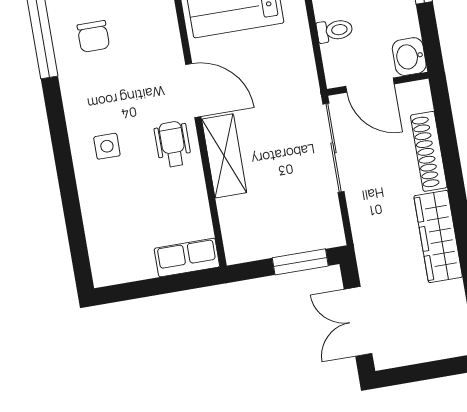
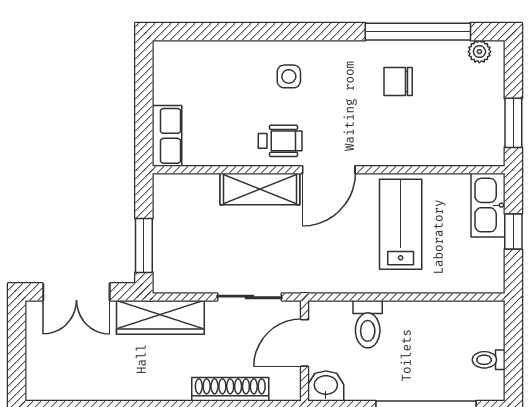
toilet: (335, 30) -> (368, 324), width x1.37, depth x1.39
sliding door: (334, 148) -> (249, 297), width x0.73
wardrobe: (438, 236) -> (160, 317), moved, turned 180
double door: (358, 321) -> (76, 292), swing flipped

